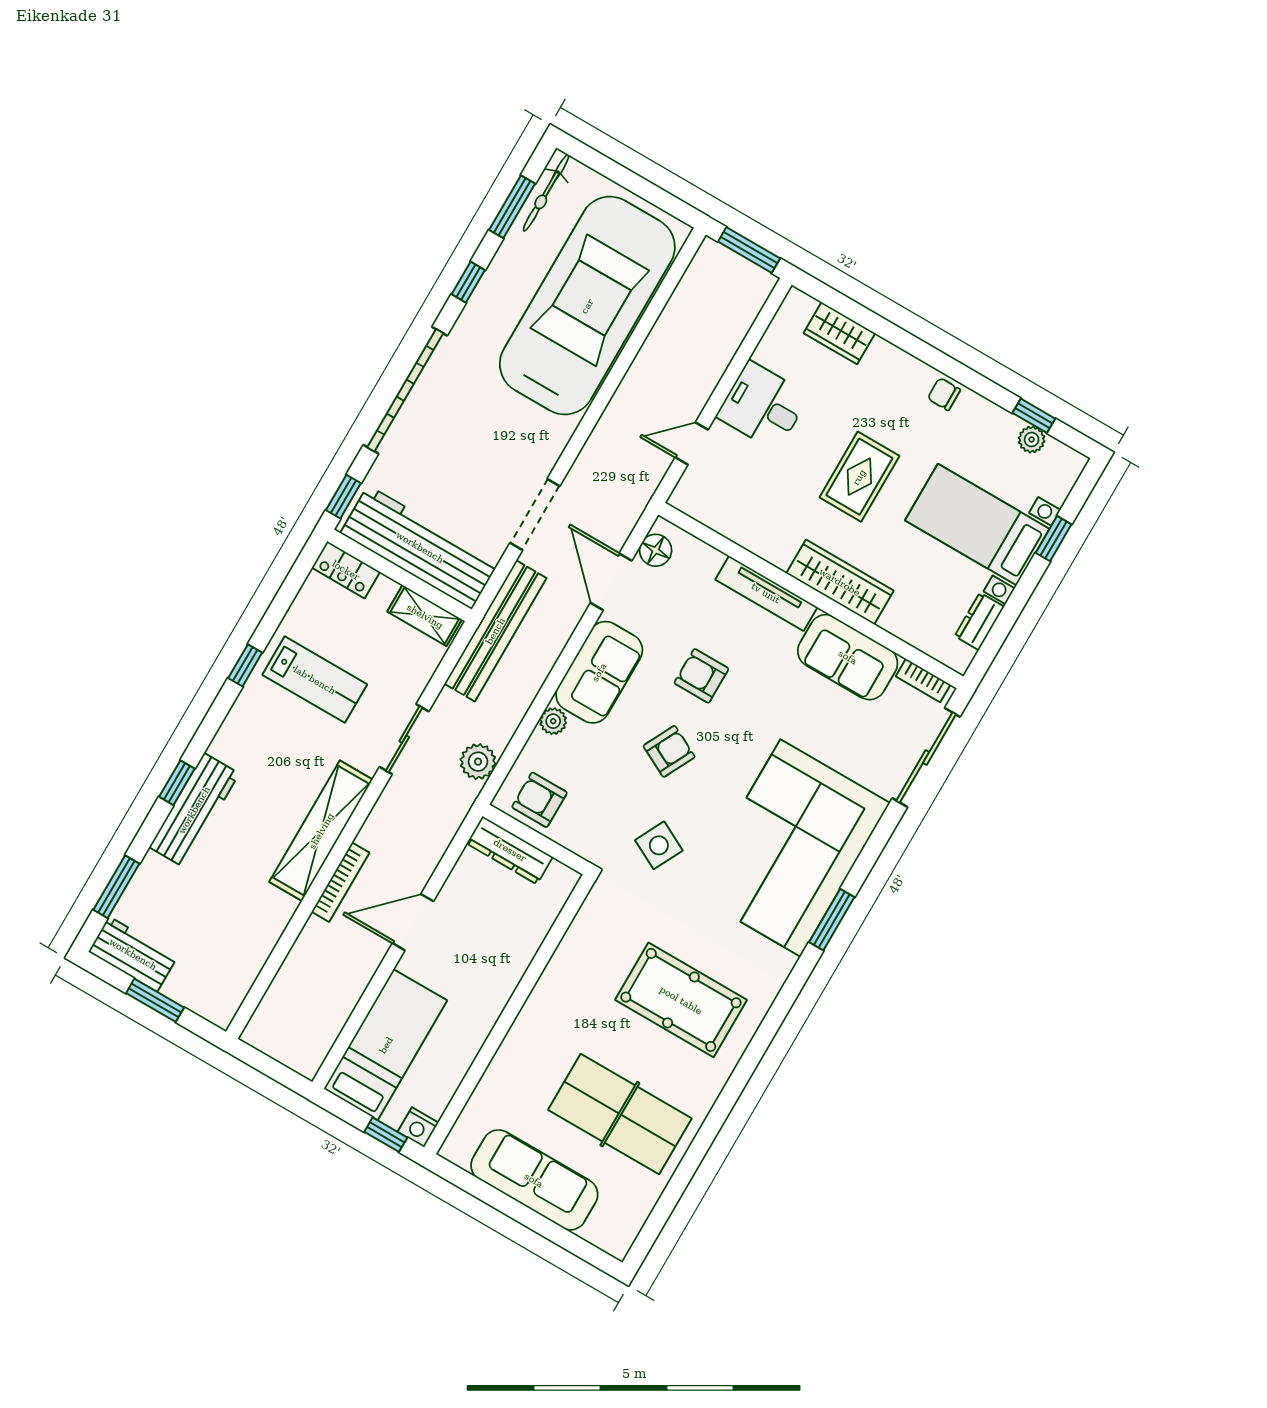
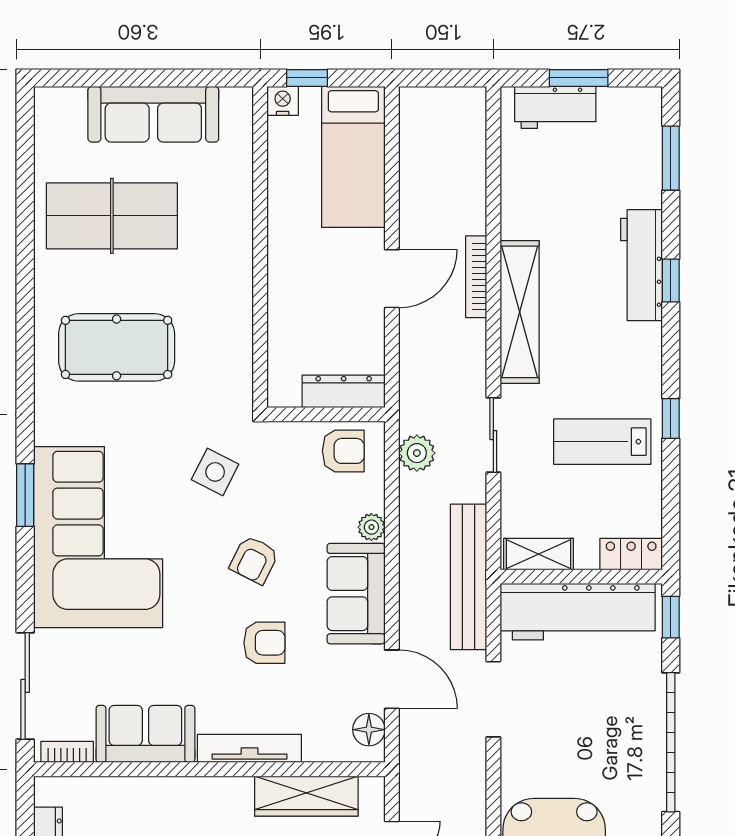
wardrobe: (840, 582) -> (306, 796), moved
workbench: (133, 954) -> (555, 107), moved

